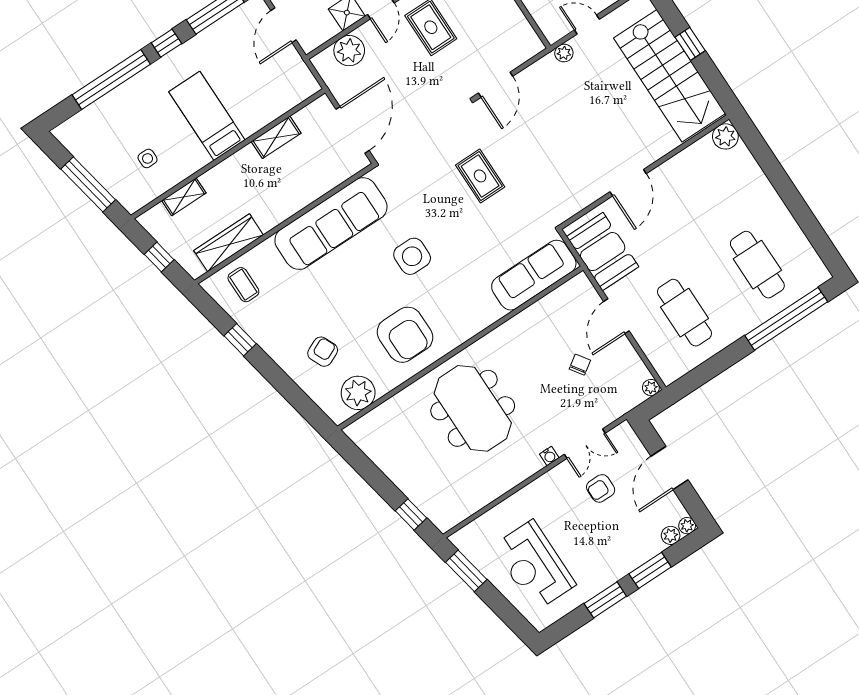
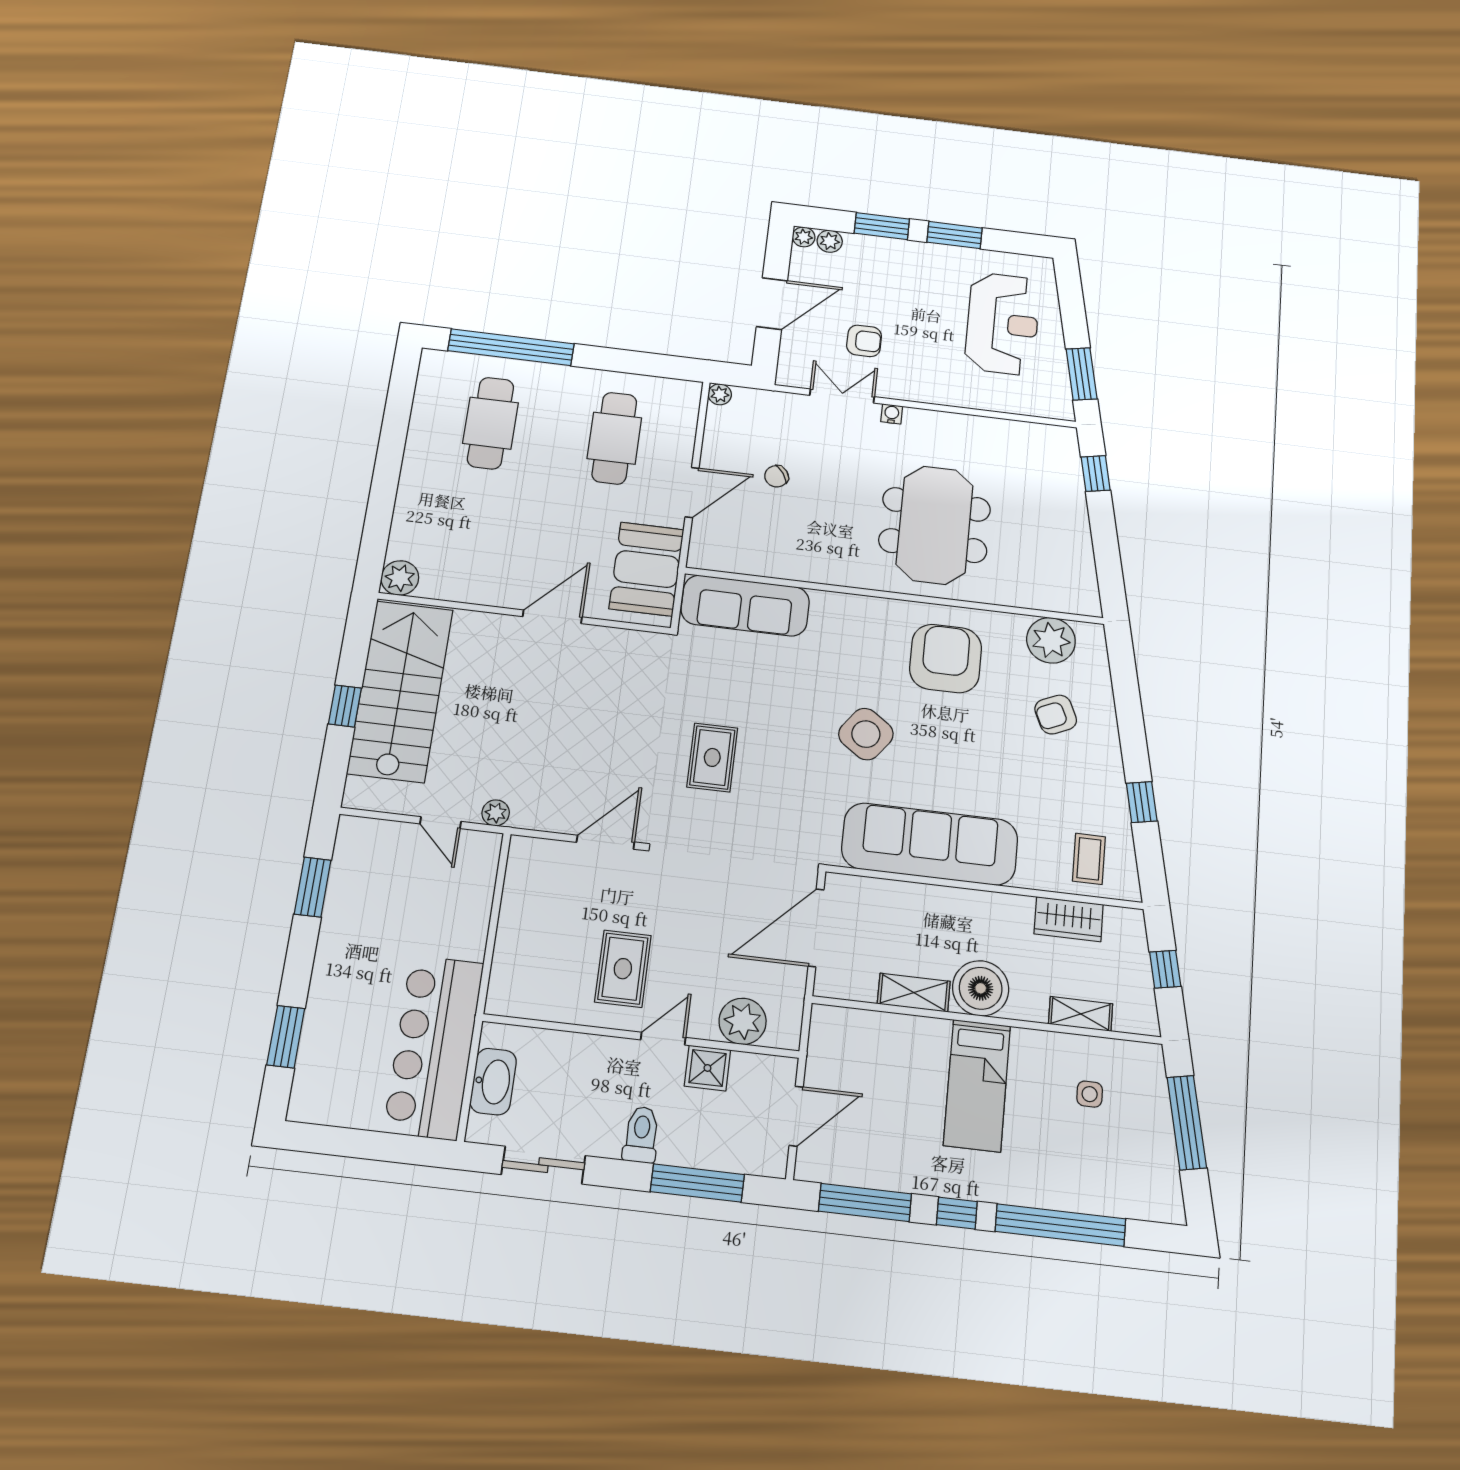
boiler: (245, 168) -> (981, 988), added
wardrobe: (229, 243) -> (1069, 919), width x0.67
side table: (412, 256) -> (866, 734), turned 36

